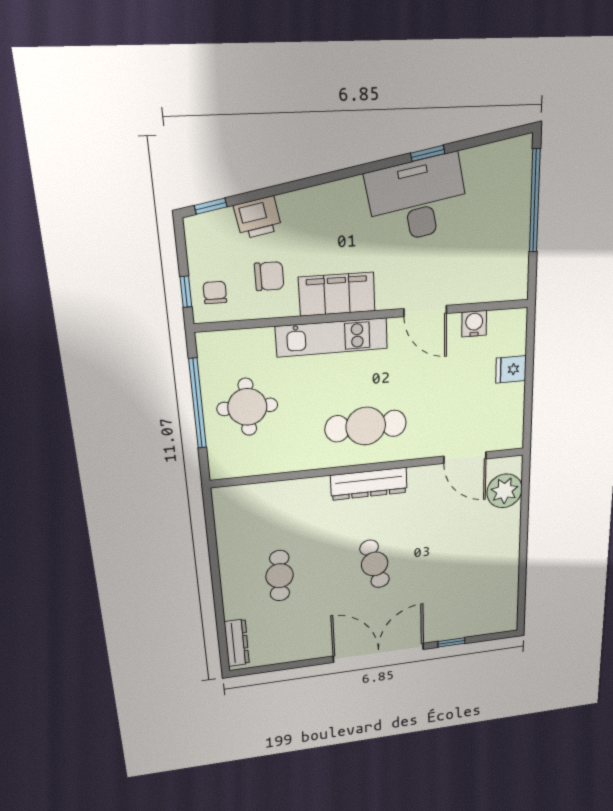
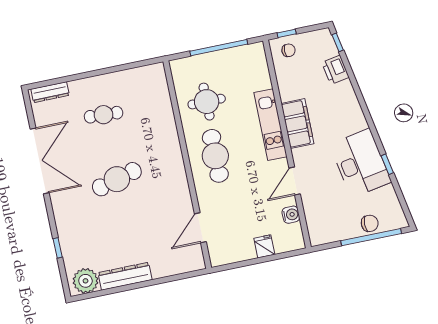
chair: (269, 276) -> (370, 223), moved, turned -90
round table: (247, 407) -> (207, 102), moved
dresser: (369, 484) -> (125, 276), moved, turned 90
plant: (505, 491) -> (85, 281), moved
cafe table: (375, 564) -> (117, 179), width x1.37, depth x1.35
double door: (379, 653) -> (40, 161), moved

